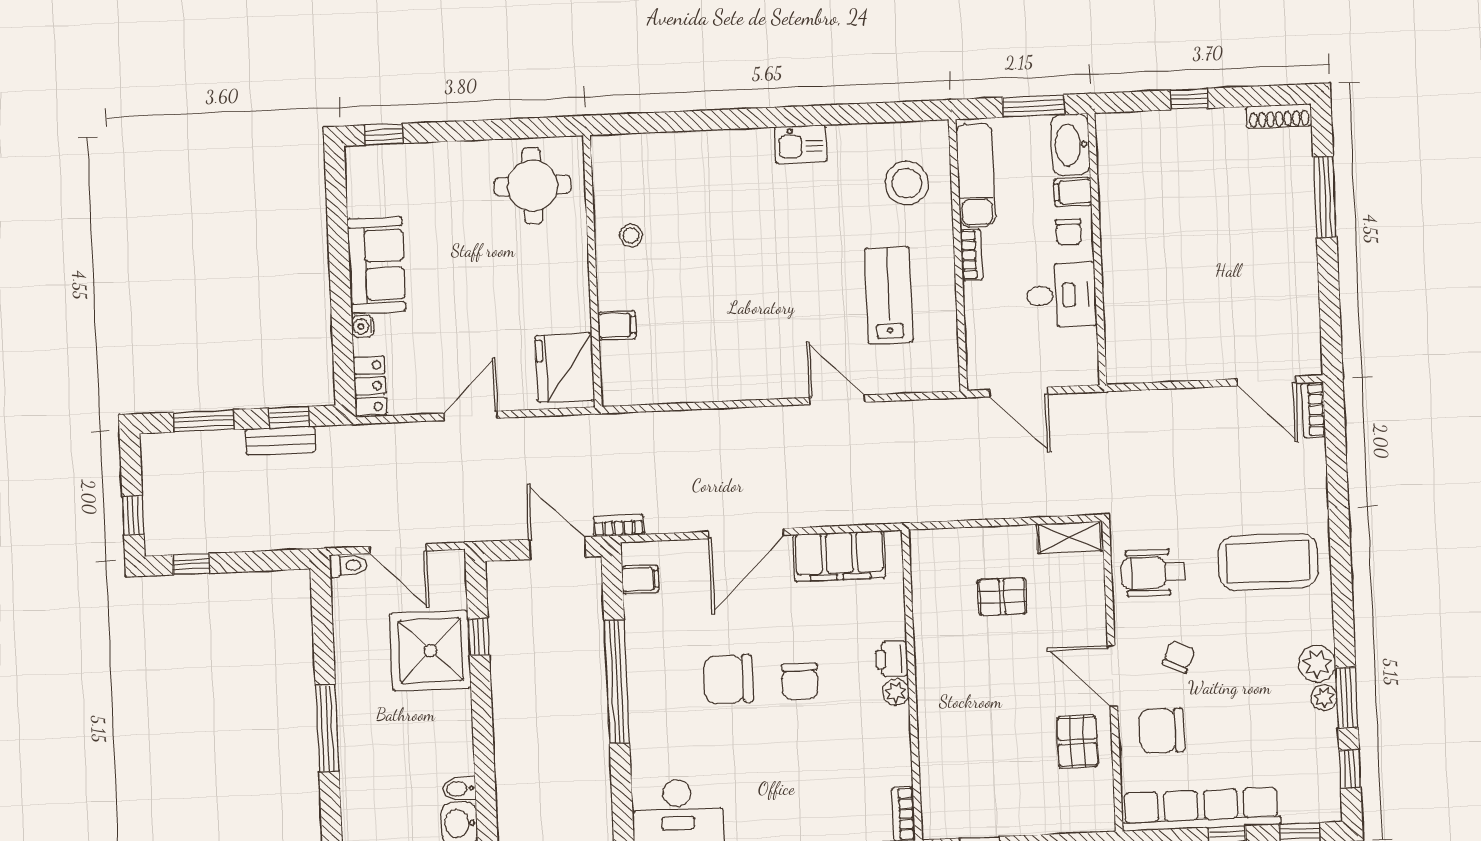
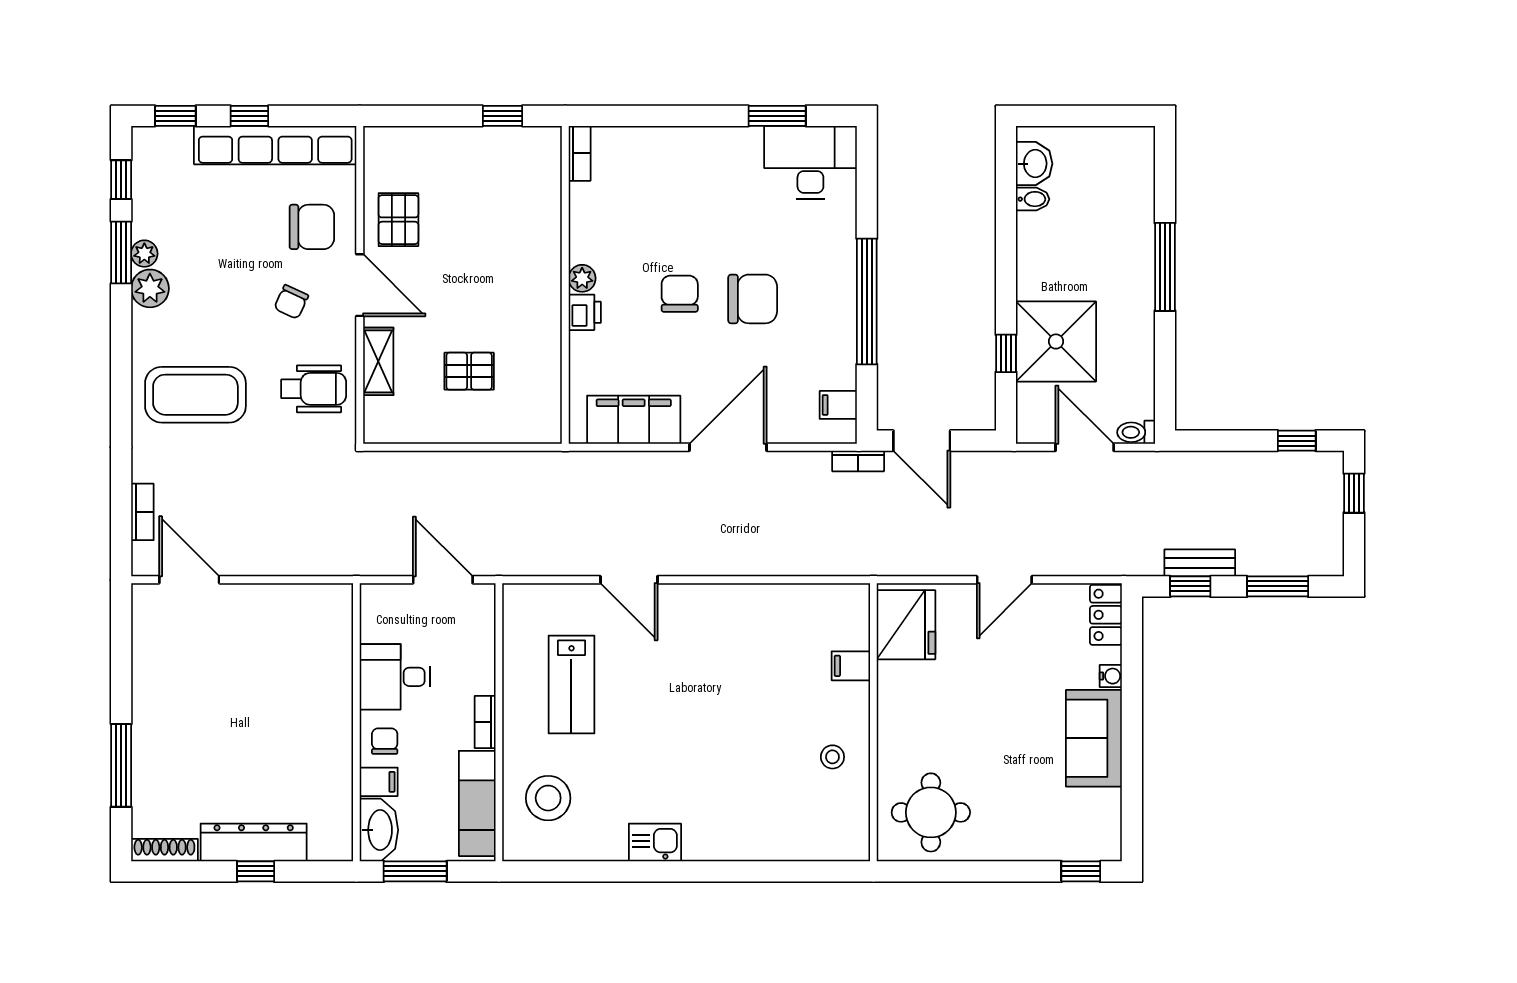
dresser: (1192, 127) -> (254, 843), added
bookcase: (1313, 410) -> (142, 512), moved
shelving: (1070, 537) -> (378, 361), moved, turned 90

